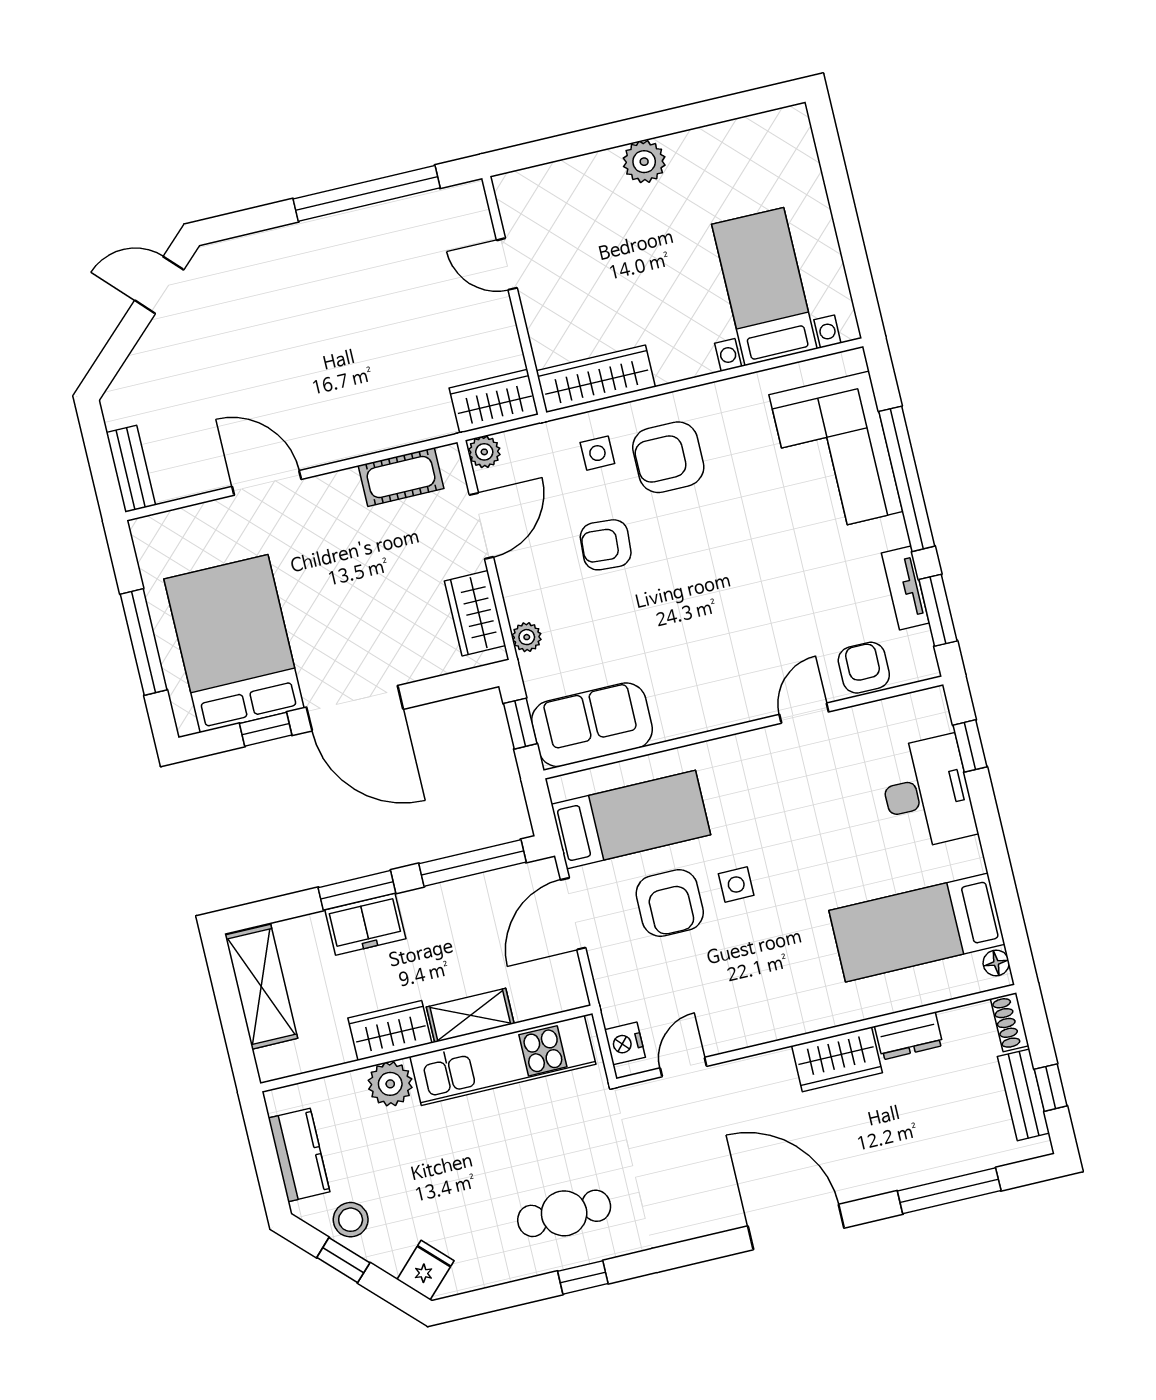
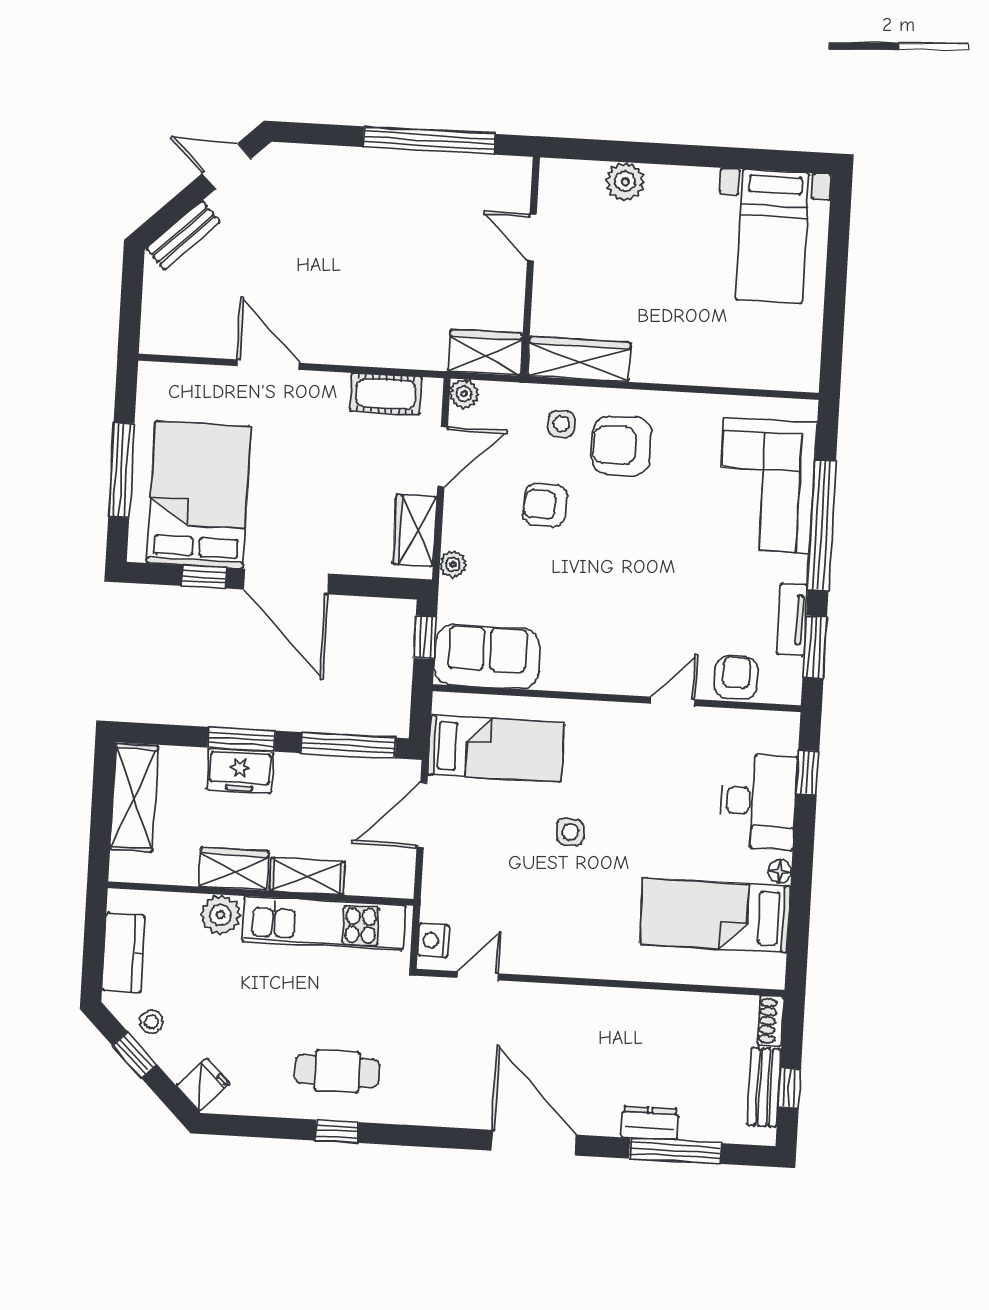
plant: (644, 162) -> (625, 181), moved
bed with nightstands: (764, 287) -> (773, 236), moved, turned 180
bench: (131, 469) -> (183, 235), moved, turned 46
armchair: (670, 903) -> (508, 831), removed
floor lamp: (996, 963) -> (780, 871), moved
dresser: (909, 1036) -> (650, 1123), moved, turned 180
wardrobe: (837, 1059) -> (612, 1008), removed
stool: (351, 1220) -> (151, 1022), width x0.73, depth x0.73

